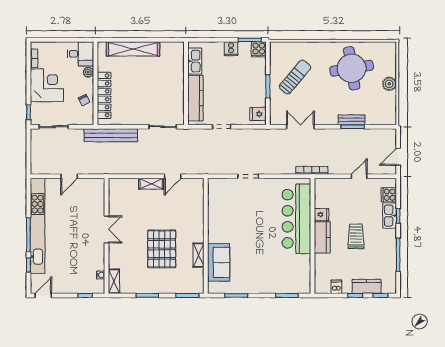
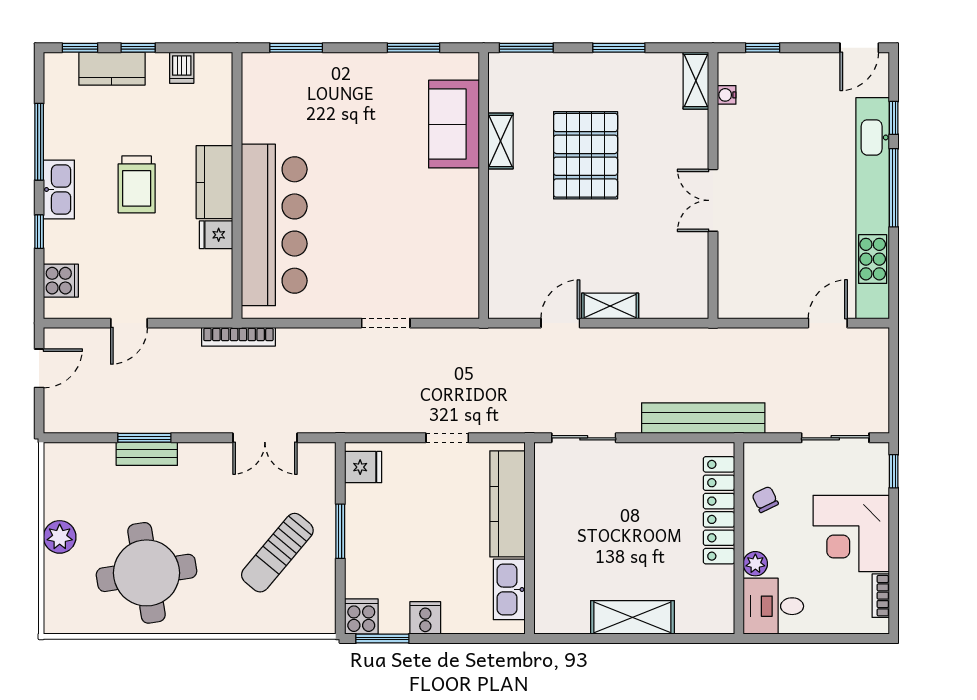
shelving: (133, 49) -> (632, 617), width x0.68
door: (69, 176) -> (828, 323), moved
kitchen sink: (390, 216) -> (59, 189), moved

